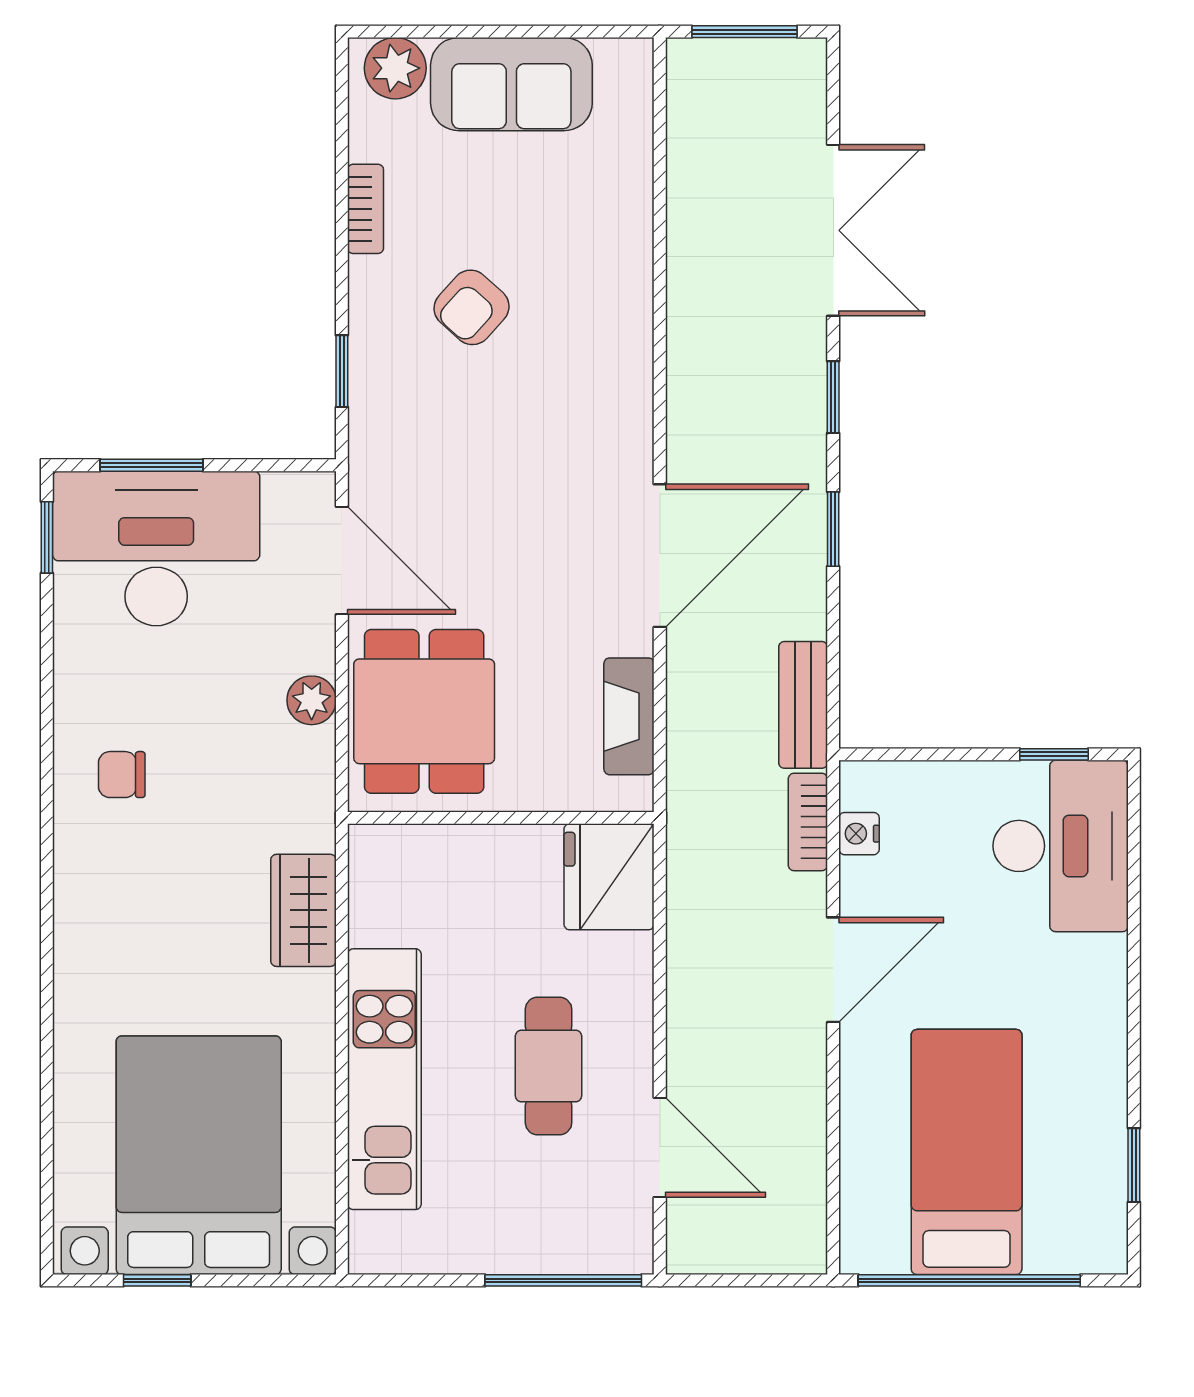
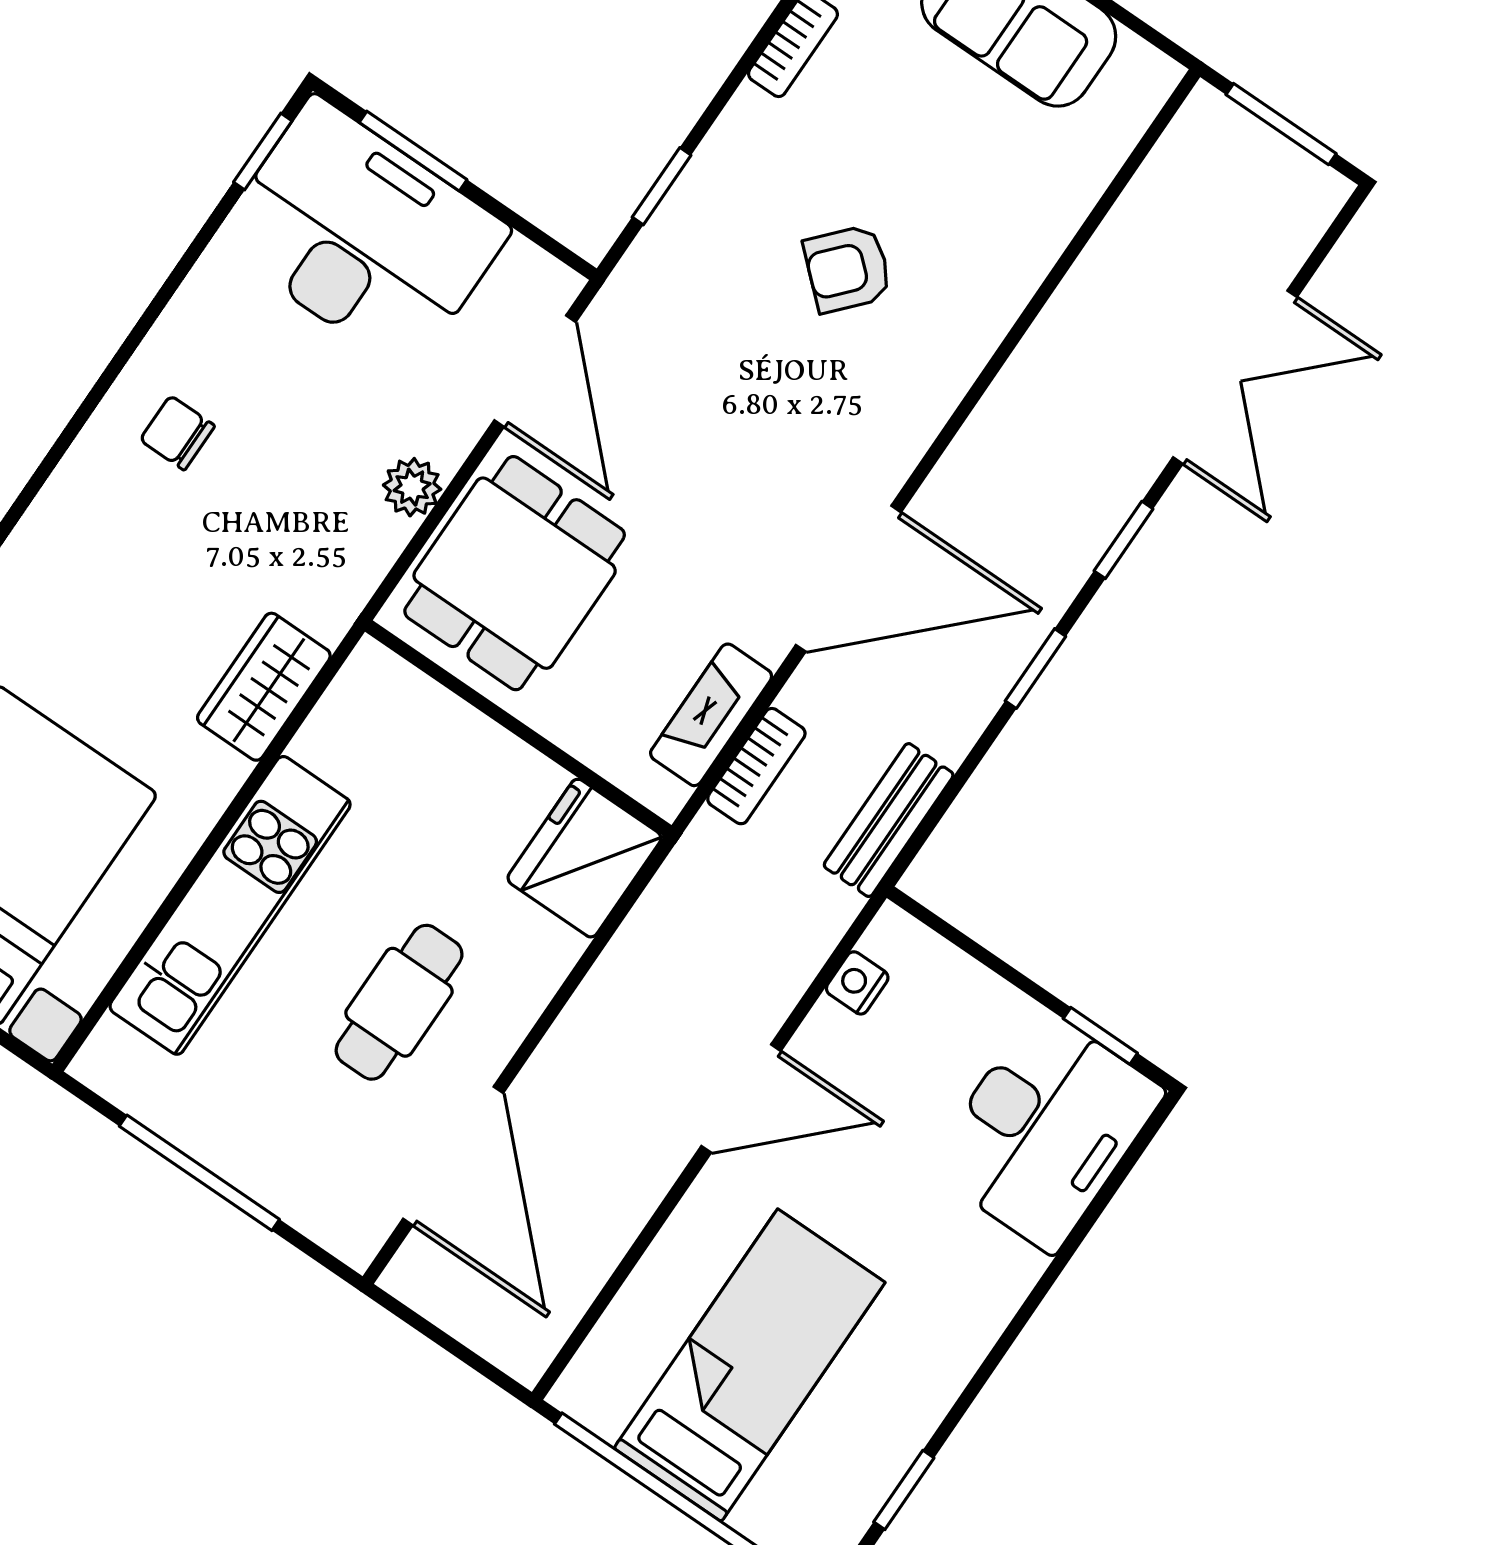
armchair: (472, 307) -> (848, 269), moved
bookcase: (808, 822) -> (756, 766), moved, turned 180
door: (660, 1147) -> (453, 1156), width x1.36
window: (563, 1280) -> (199, 1173), moved

